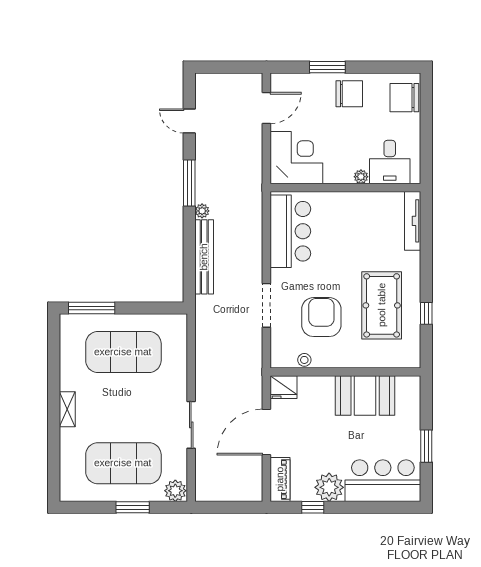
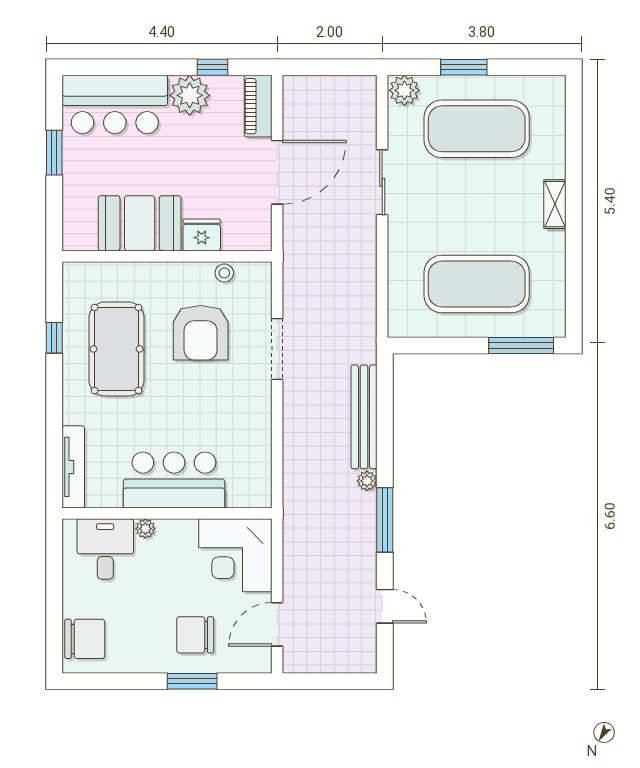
chair: (349, 94) -> (195, 635), moved
bar counter: (290, 231) -> (174, 480), moved, turned 90
fridge: (283, 387) -> (202, 235), moved

